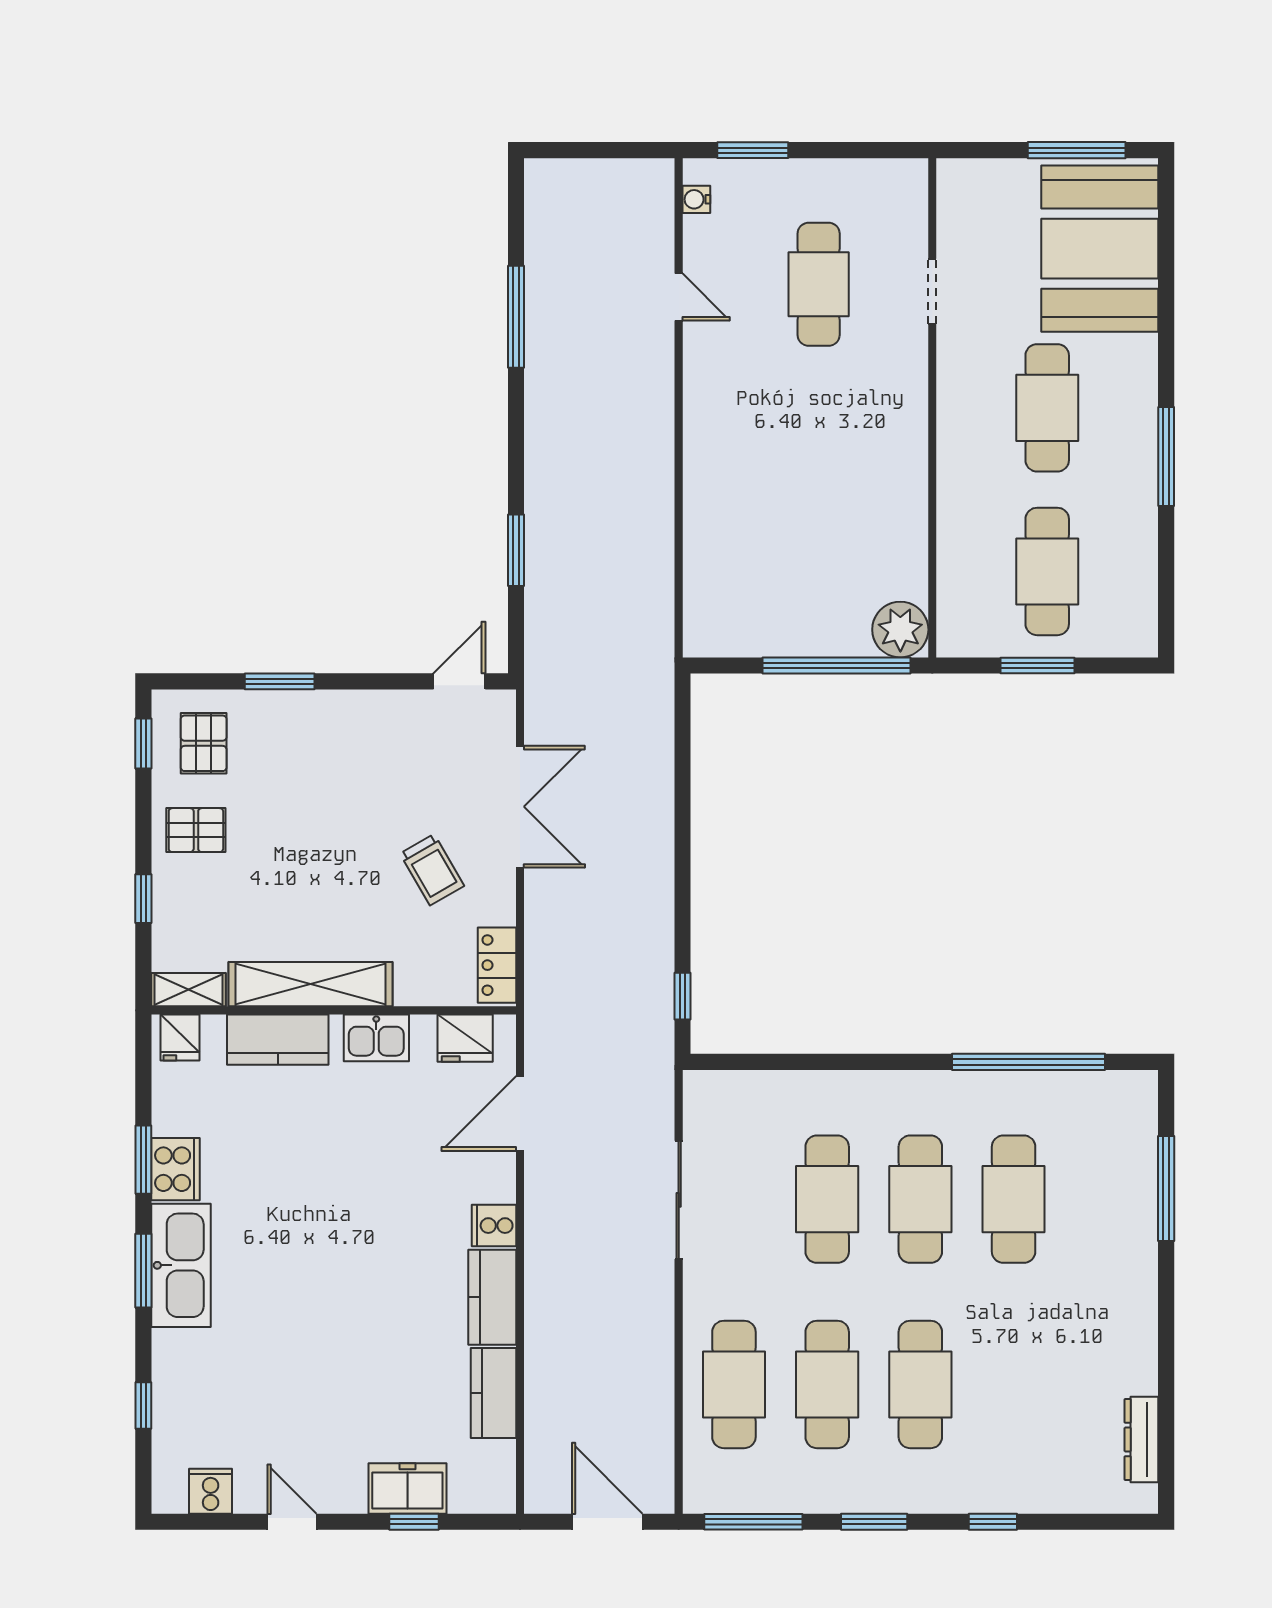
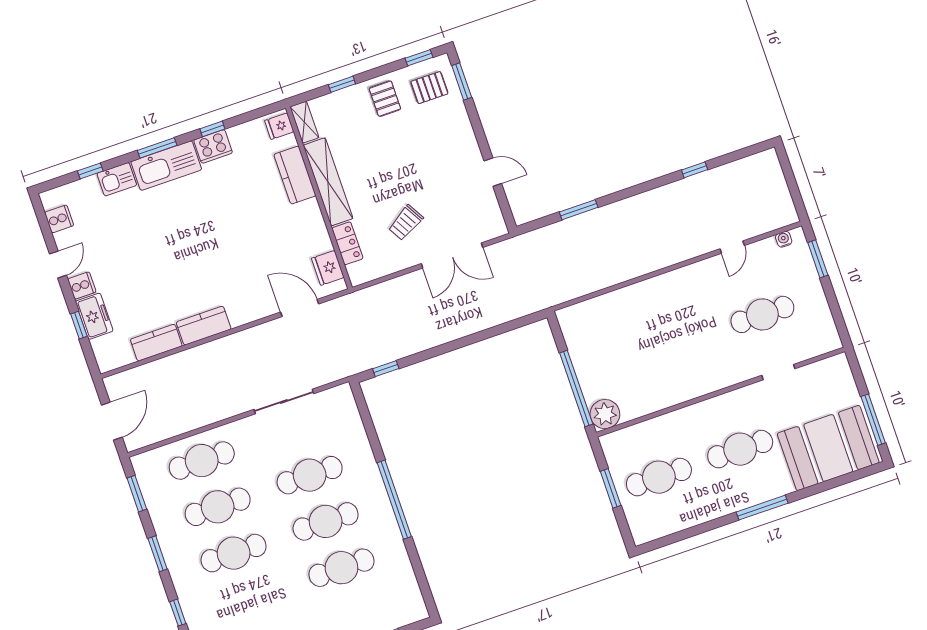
window: (516, 317) -> (695, 170), width x0.46
window: (1166, 456) -> (762, 508), moved
window: (280, 681) -> (462, 81), moved
door: (459, 681) -> (493, 172), moved
locker: (497, 965) -> (347, 243), moved, turned 90
kitchen sink: (376, 1038) -> (117, 179), moved, turned -90
window: (1029, 1062) -> (394, 500), moved
window: (143, 1160) -> (212, 129), width x0.67
cooker: (494, 1226) -> (82, 286), moved, turned 90
window: (753, 1522) -> (137, 494), width x0.69

